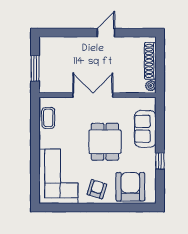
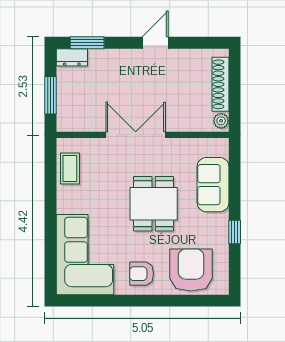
window: (60, 33) -> (87, 43), added
dresser: (50, 43) -> (72, 57), added
armchair: (97, 189) -> (142, 274), turned -107

